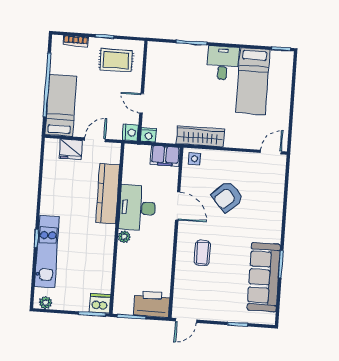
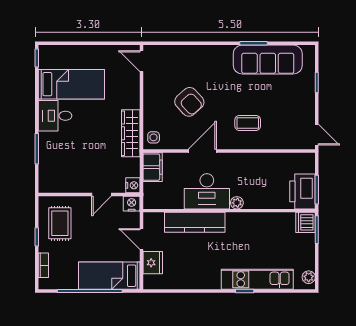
printer: (152, 304) -> (302, 191), moved

